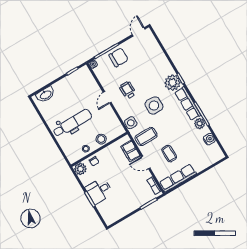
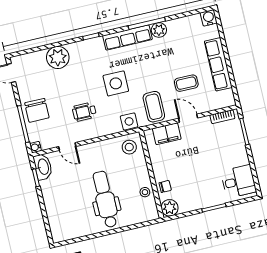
chair: (119, 57) -> (37, 110), turned 180
plant: (172, 83) -> (58, 57), moved
washbasin: (46, 95) -> (43, 167), moved
door: (107, 97) -> (67, 147), moved
stool: (101, 139) -> (129, 147), moved
water cooler: (209, 139) -> (209, 18), moved
door: (146, 162) -> (188, 118), swing flipped
row of seats: (178, 178) -> (218, 64), moved
desk: (99, 191) -> (238, 181), moved, turned -90

